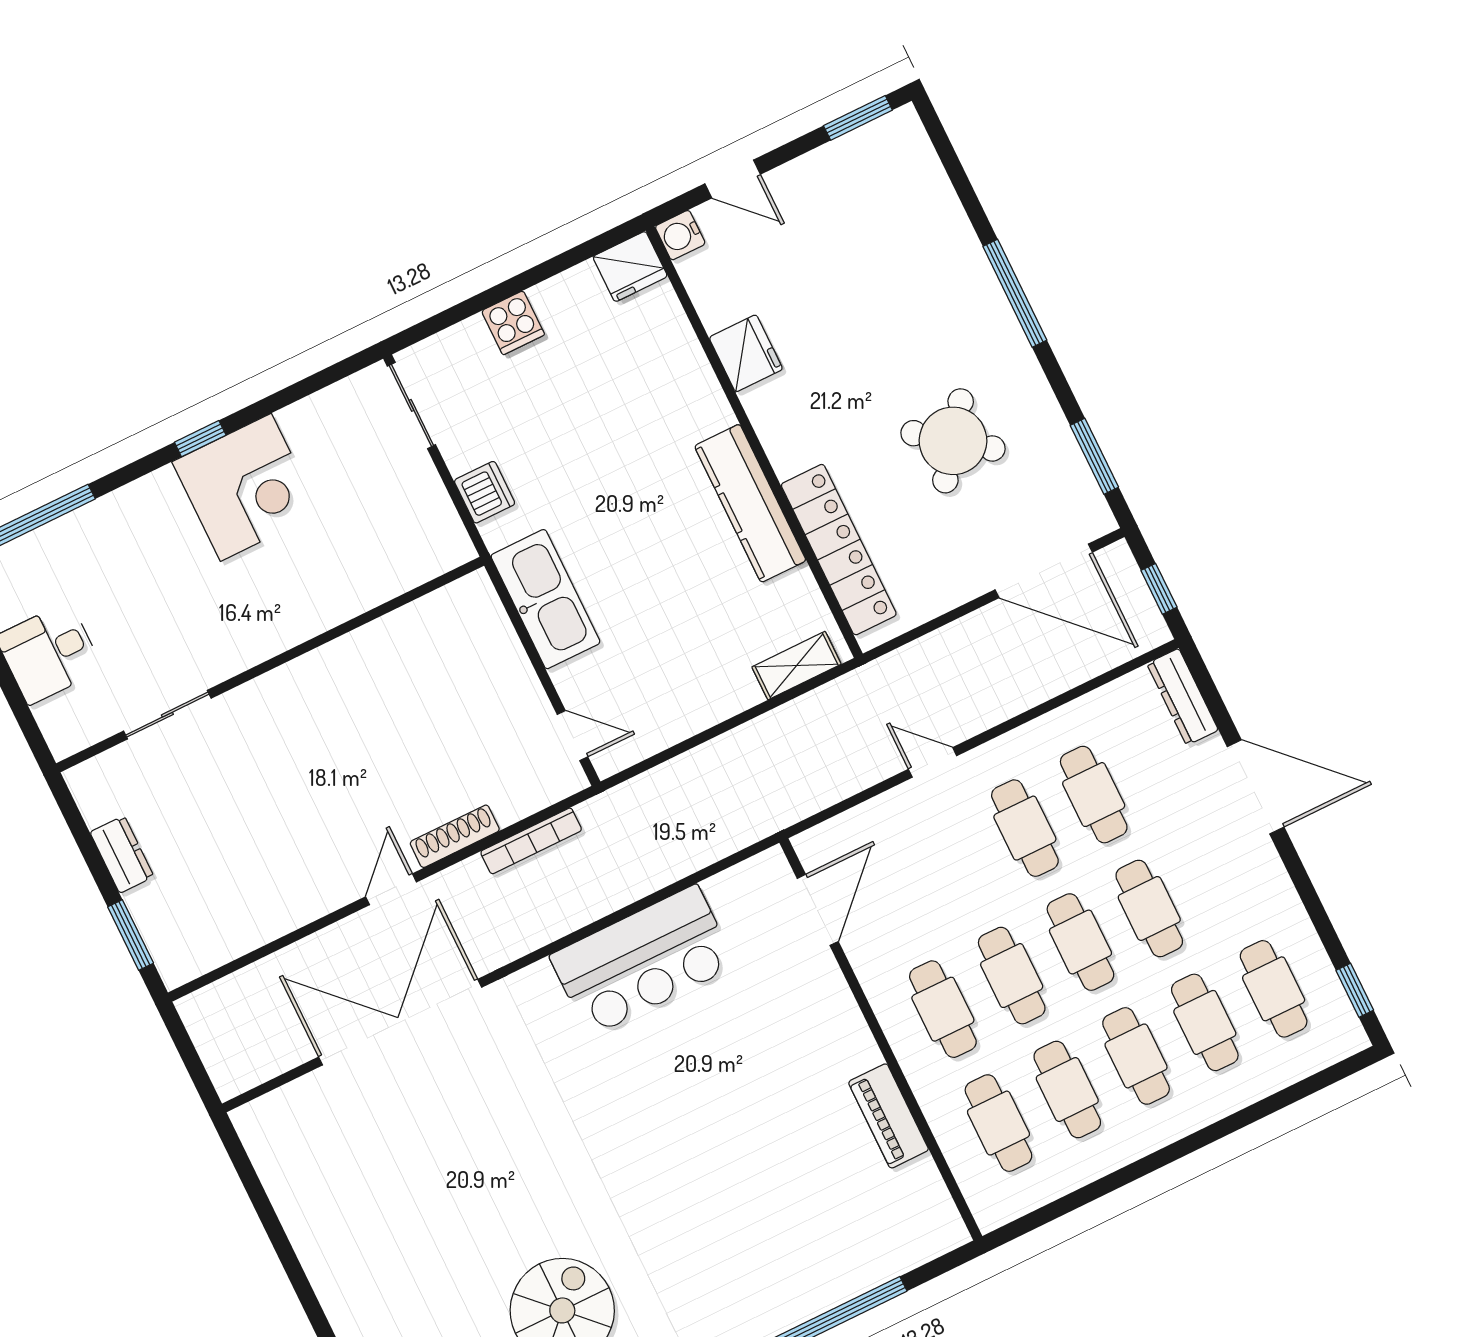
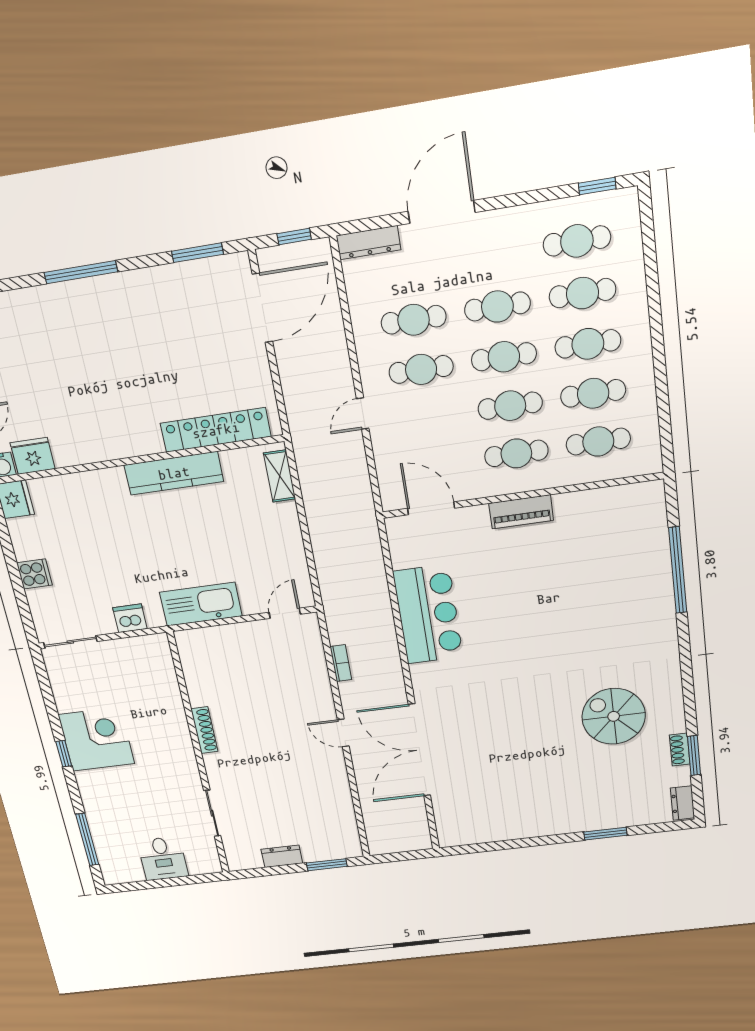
fridge: (746, 353) -> (33, 456), moved
round table: (953, 441) -> (166, 340), removed
shoe rack: (455, 836) -> (204, 730), moved, turned 180
bookcase: (531, 841) -> (341, 663), width x0.64
piano: (888, 1116) -> (521, 512), moved

